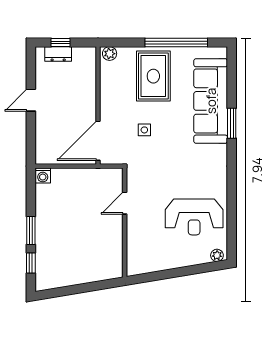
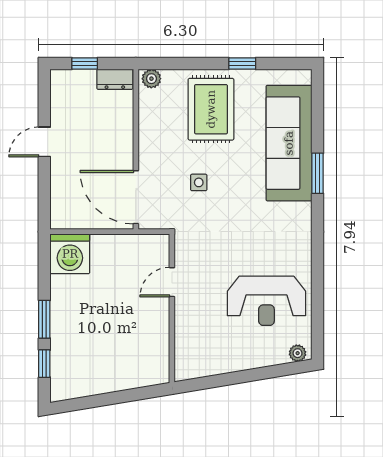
window: (176, 42) -> (242, 64), width x0.32
dresser: (58, 54) -> (115, 79), moved
door: (98, 141) -> (136, 197), hinge flipped
washing machine: (43, 175) -> (70, 254), width x1.89, depth x1.89

